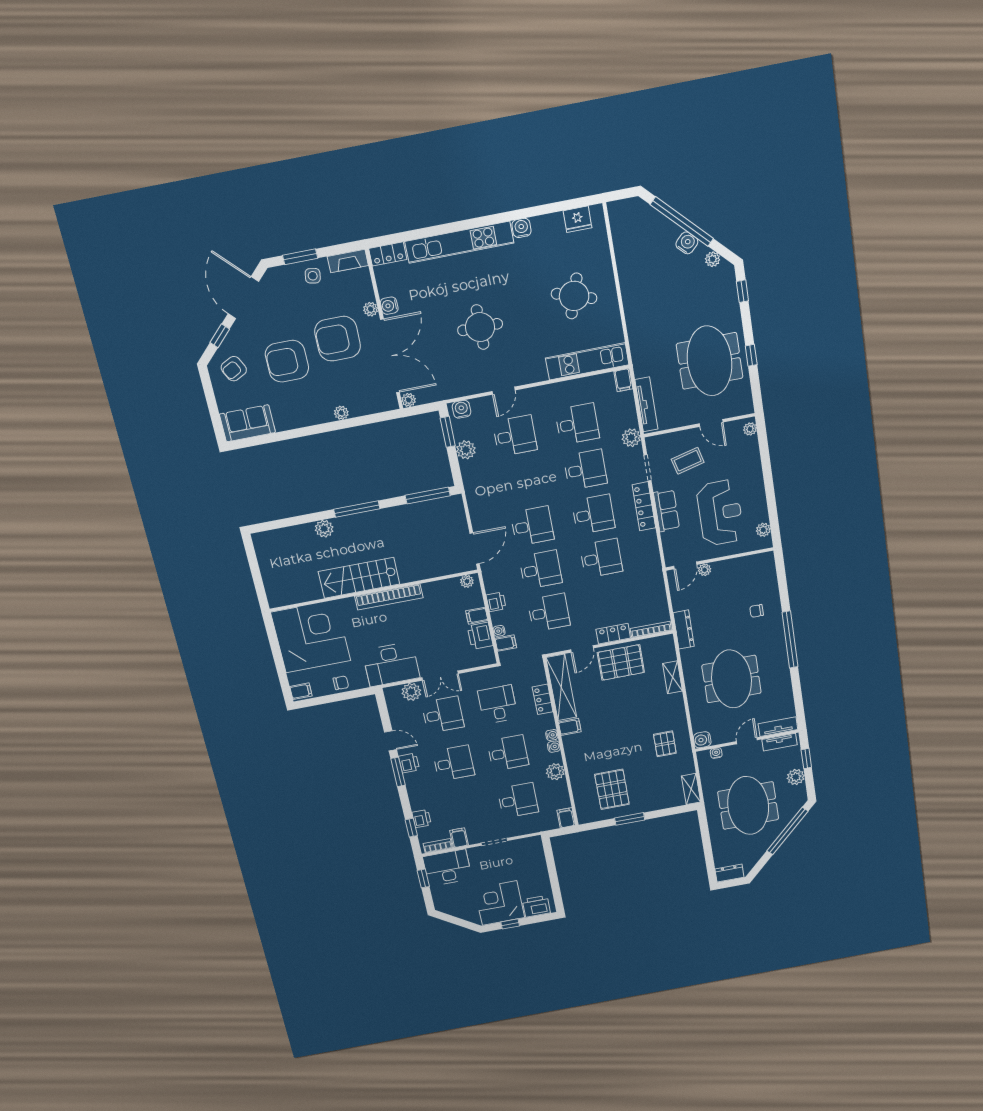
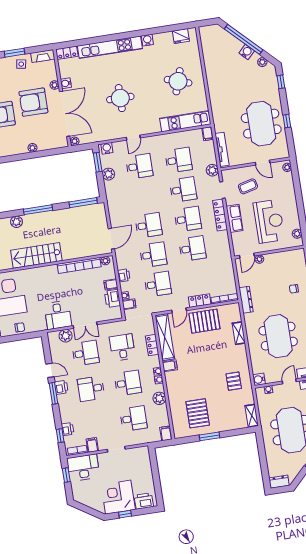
bookcase: (389, 597) -> (79, 265), moved
desk: (391, 664) -> (58, 315), width x0.73
desk: (454, 763) -> (91, 389), turned 180

